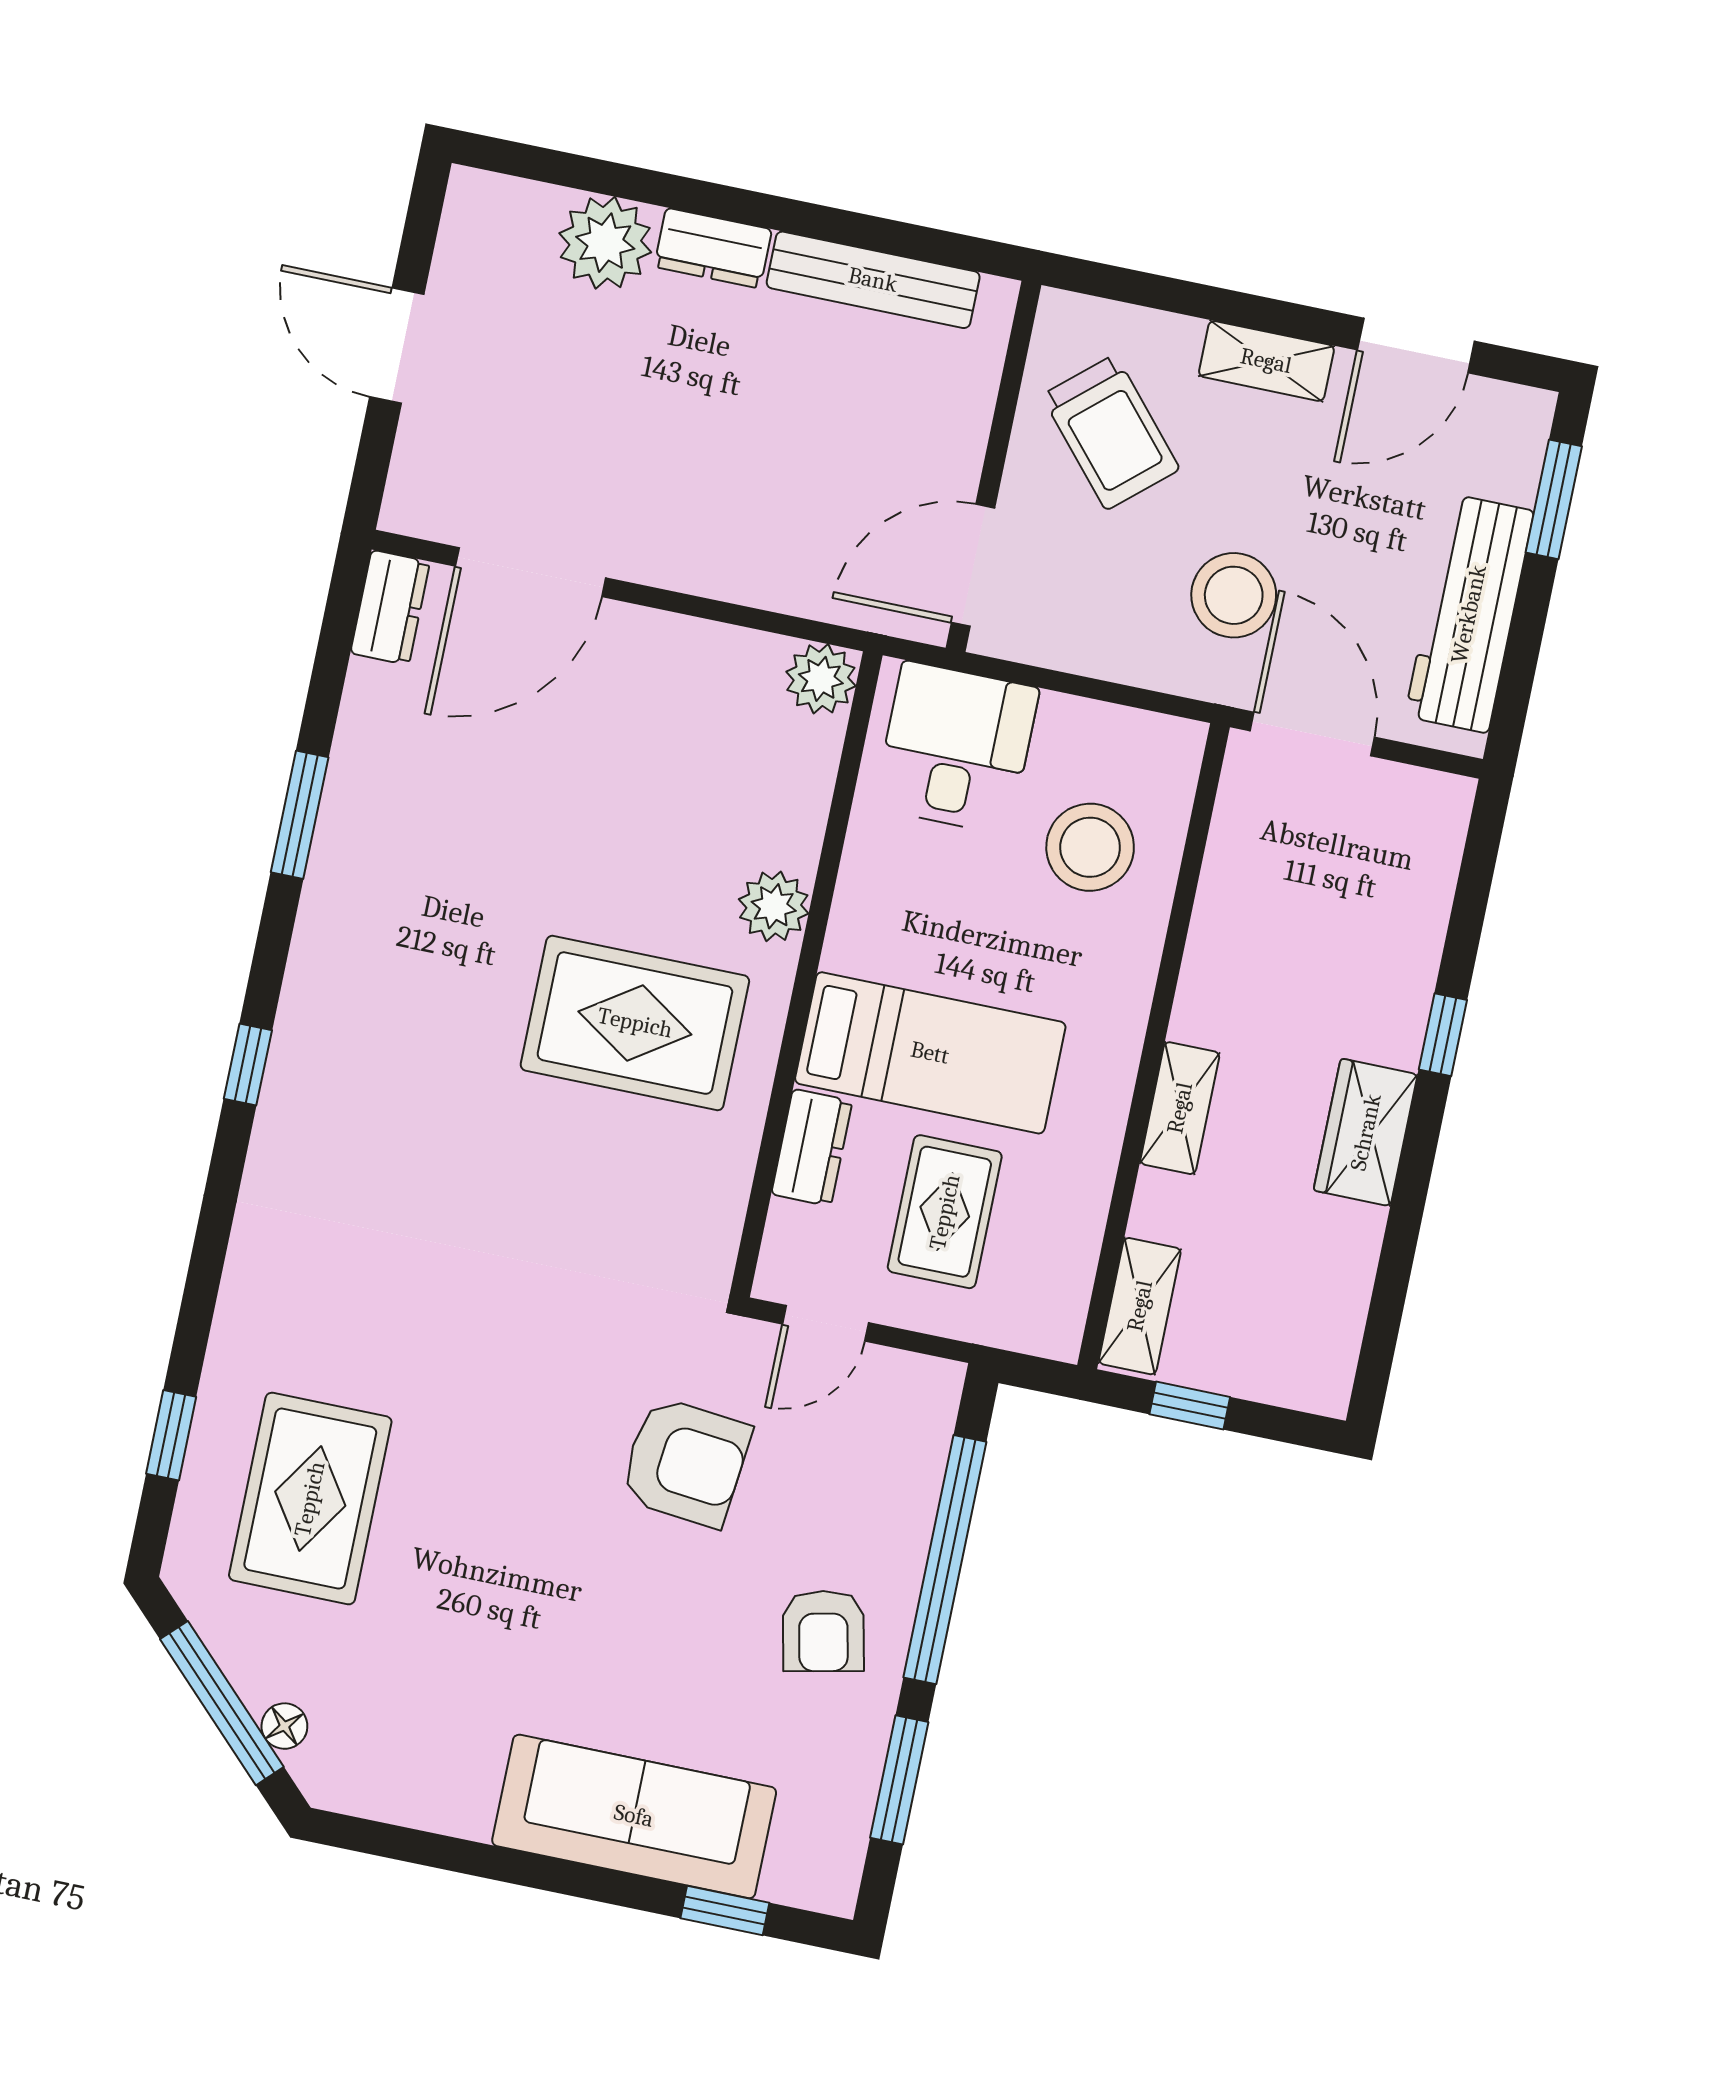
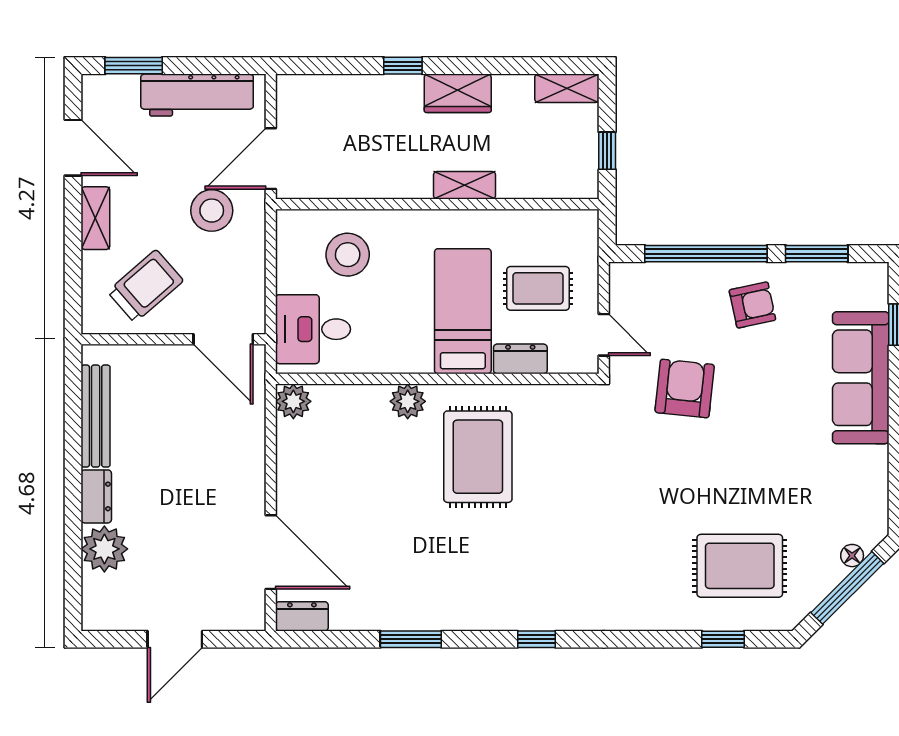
shelving: (1140, 1306) -> (567, 88), moved

